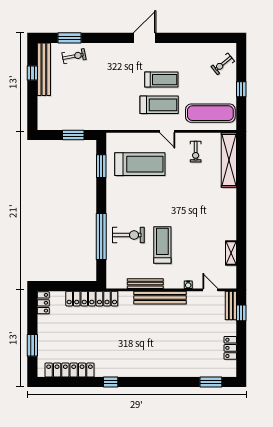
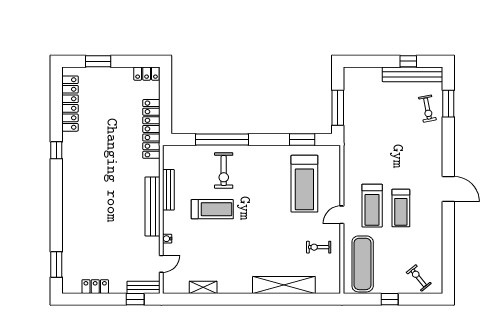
window: (73, 135) -> (338, 108), width x1.44
shelving: (229, 160) -> (284, 285), moved

